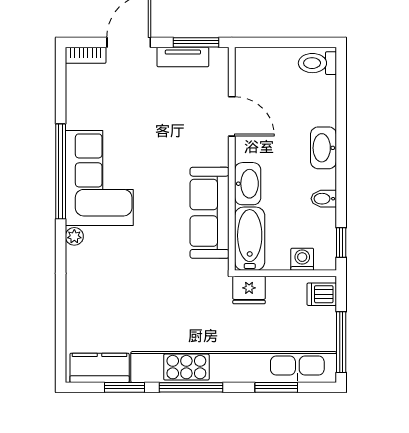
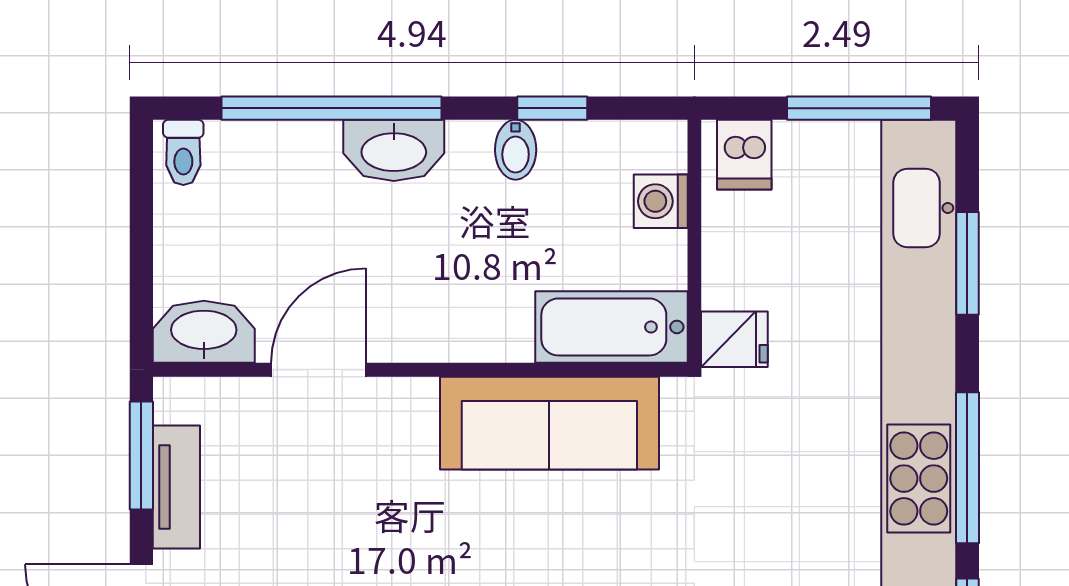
toilet: (317, 63) -> (183, 152), width x0.73, depth x0.72
window: (341, 122) -> (331, 108), added
washbasin: (248, 184) -> (204, 332), moved
window: (341, 243) -> (552, 108), moved
fridge: (249, 290) -> (734, 339), width x0.72

